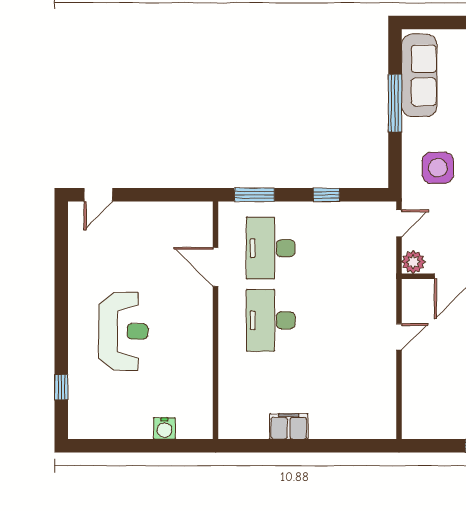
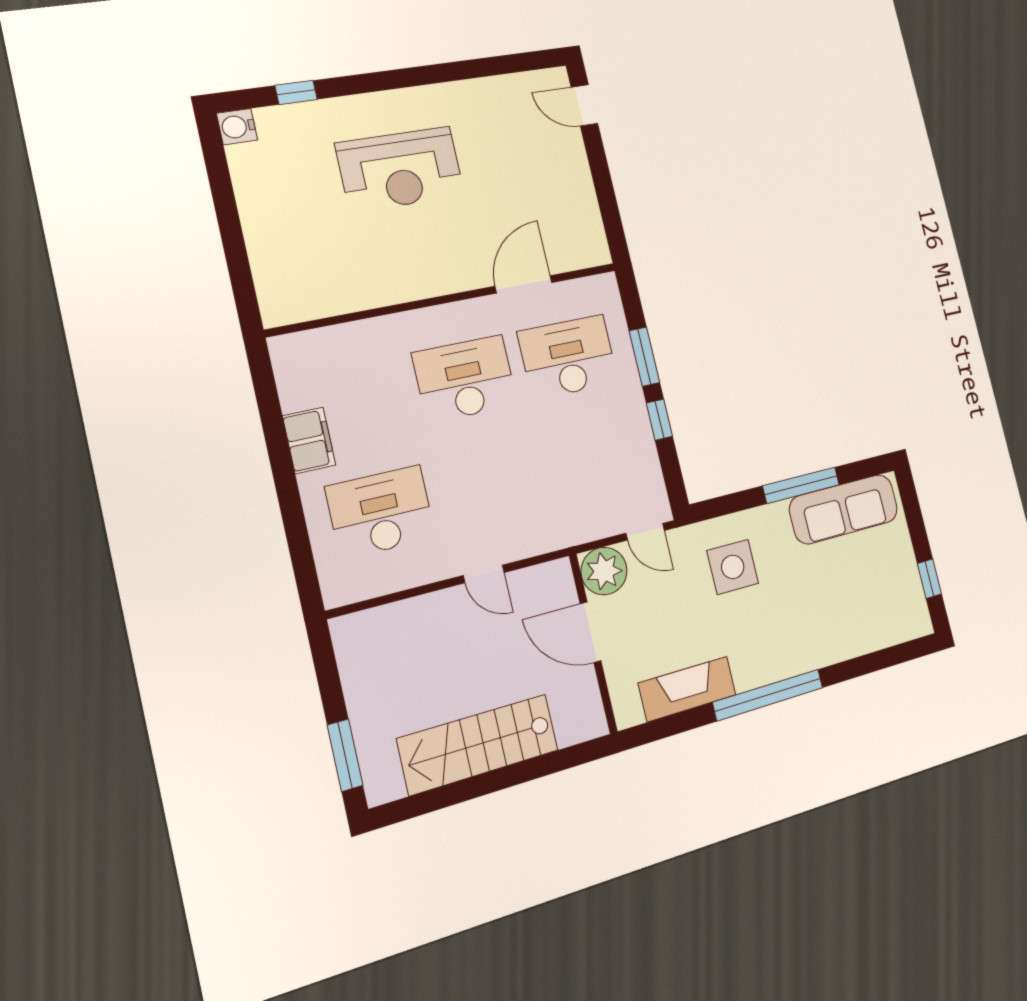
window: (254, 195) -> (644, 357), moved
plant: (413, 262) -> (604, 571), width x1.36, depth x1.36
desk: (344, 393) -> (381, 512), added
water cooler: (164, 428) -> (237, 127), moved

